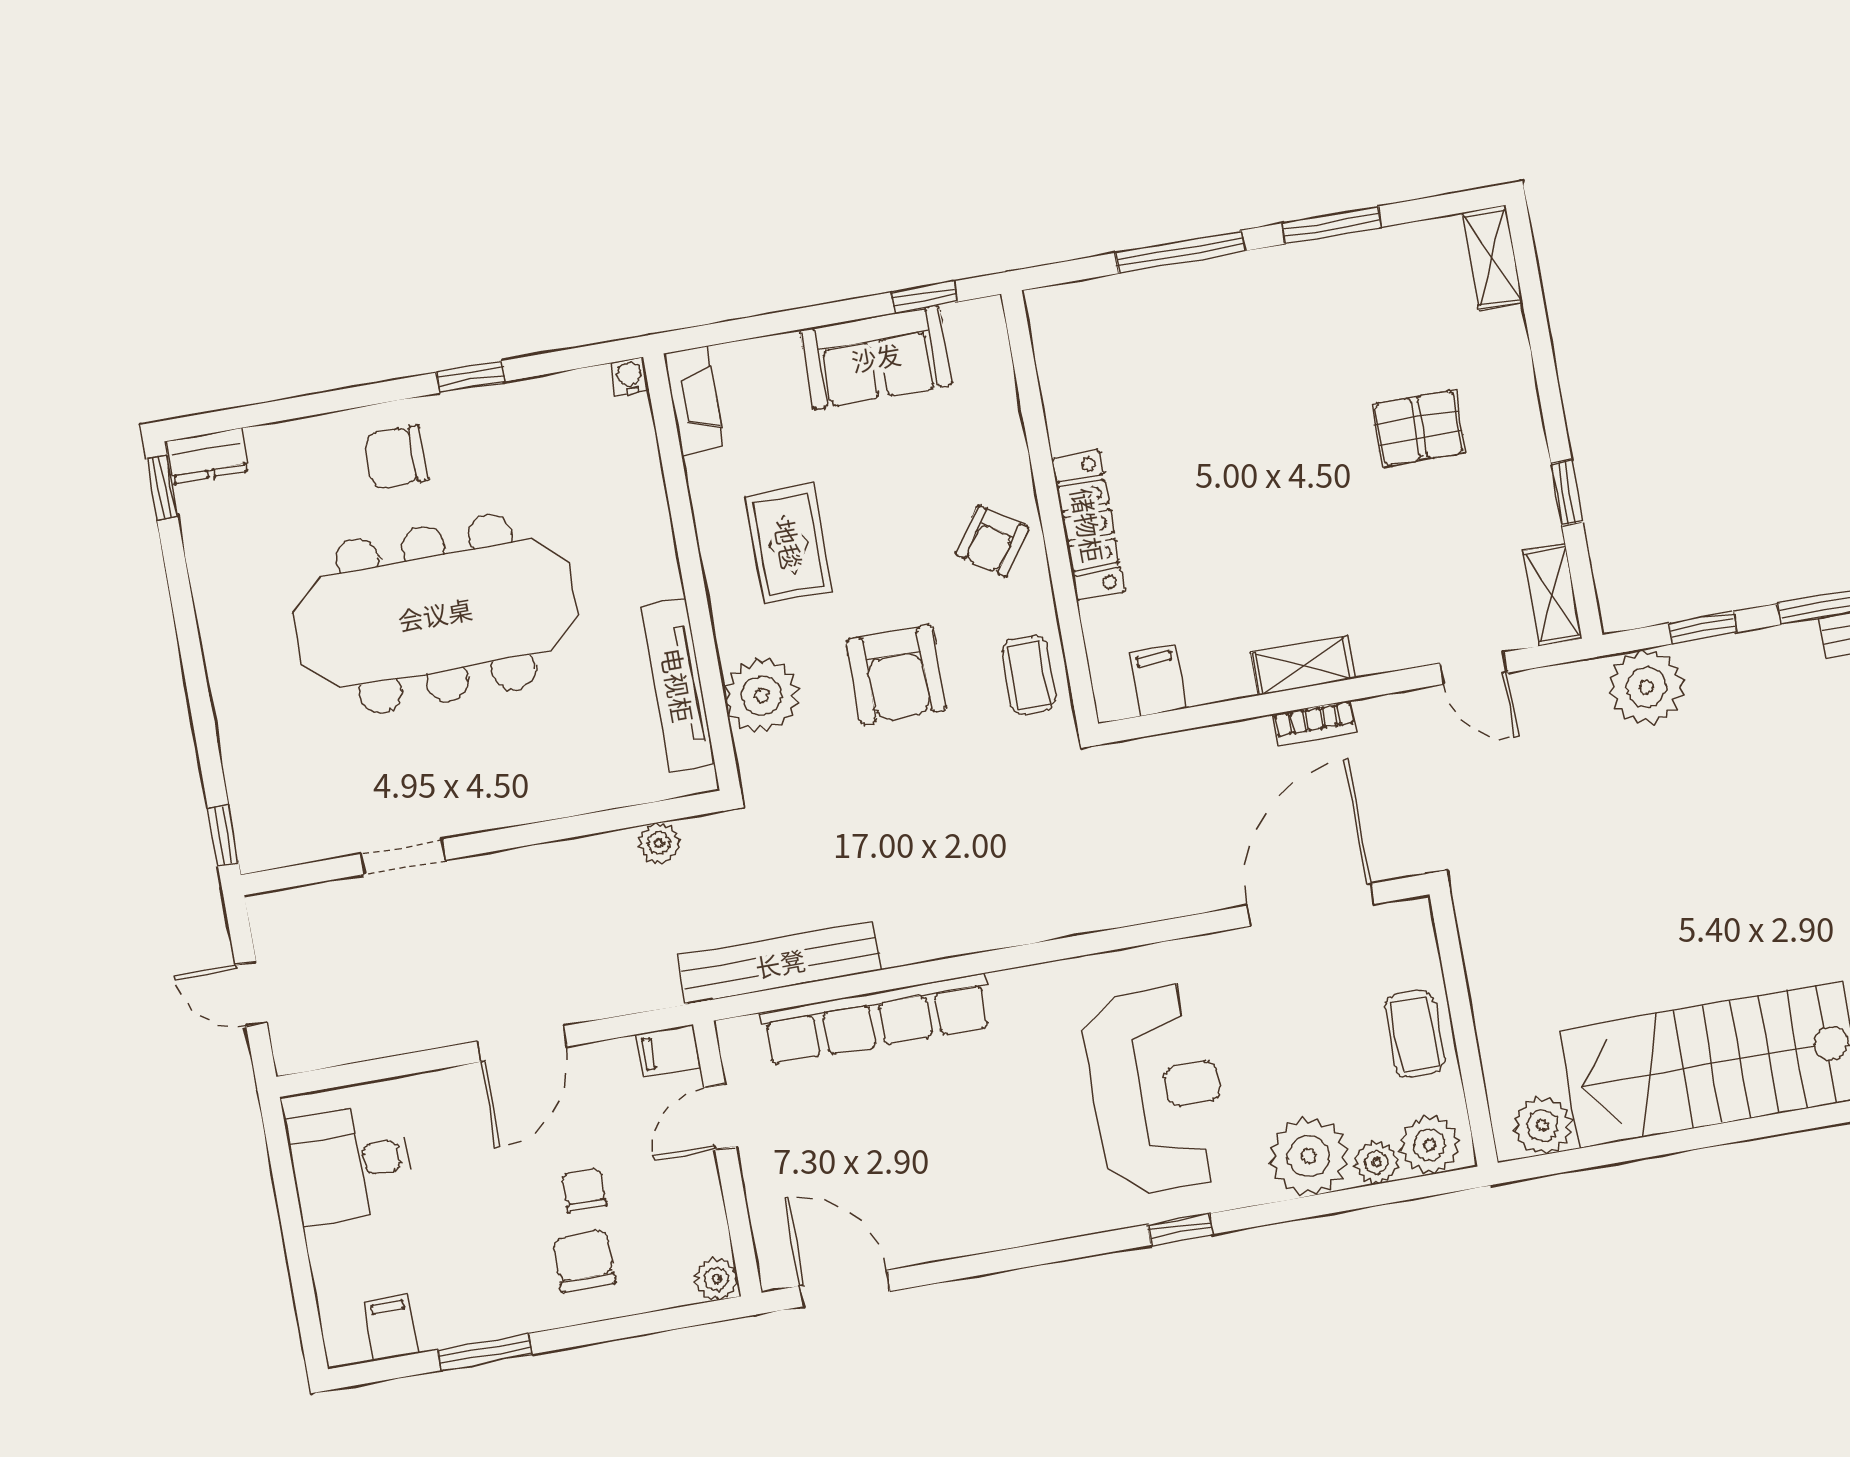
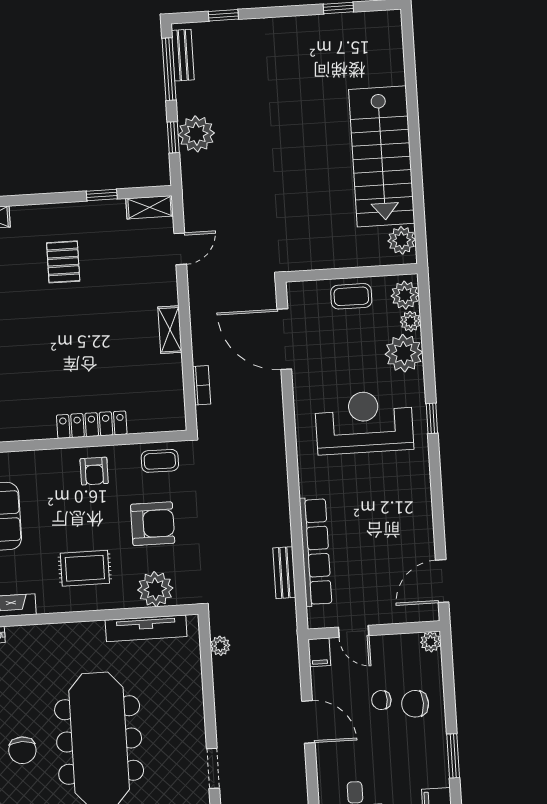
armchair: (992, 541) -> (94, 471), turned 56
filing cabinet: (1158, 681) -> (169, 400), removed
plant: (1646, 687) -> (196, 134), moved
bookcase: (1315, 723) -> (202, 385), moved
bench: (780, 963) -> (284, 573), width x0.54, depth x0.82

